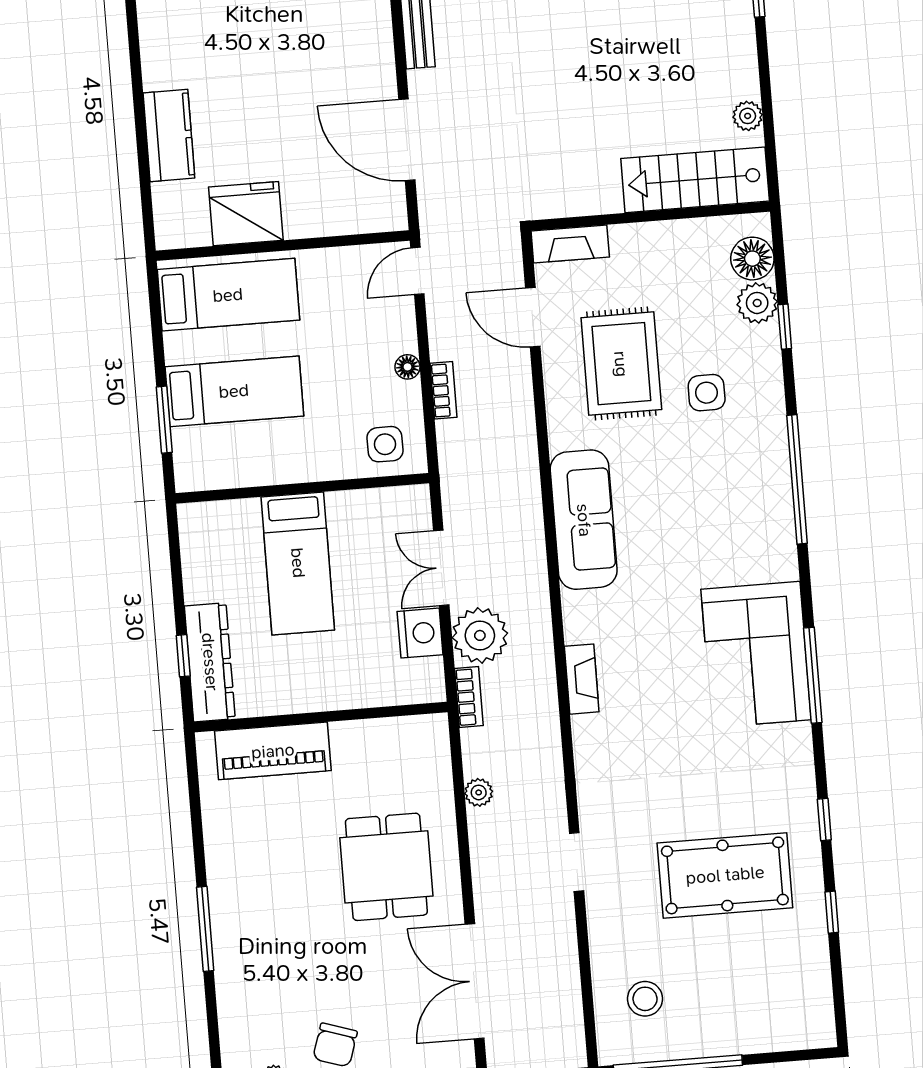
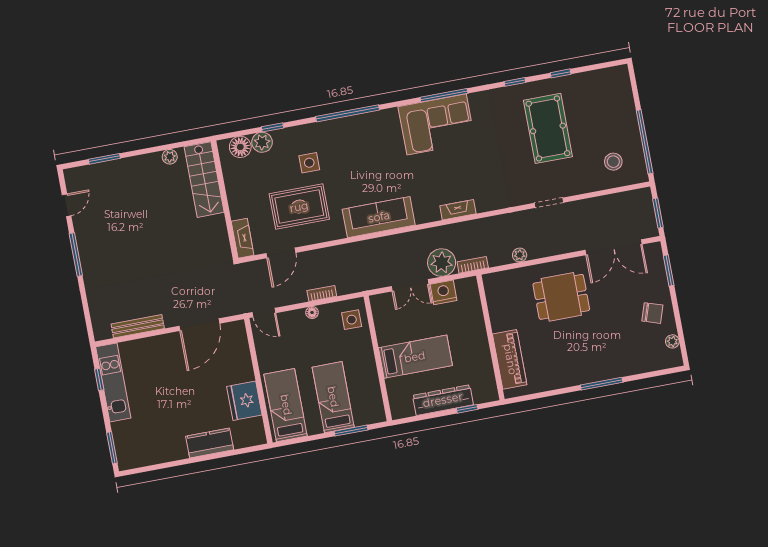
dresser: (210, 662) -> (443, 400), moved

